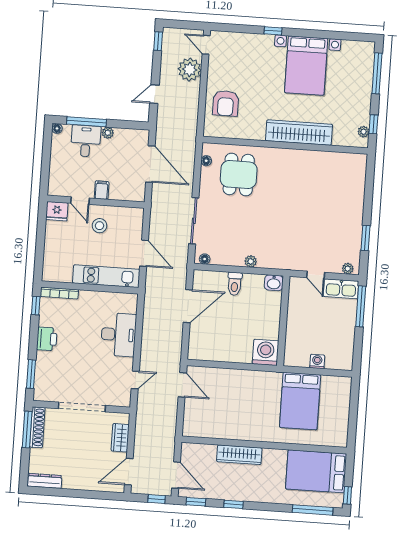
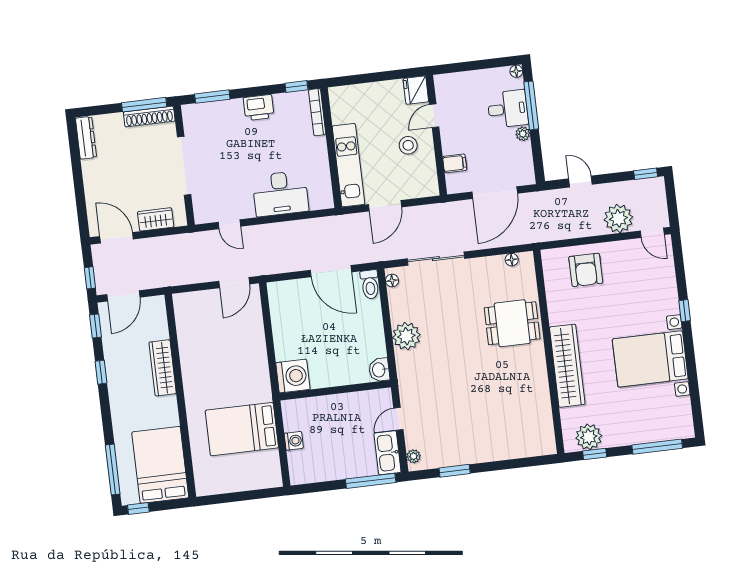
door: (206, 45) -> (652, 233), swing flipped
armchair: (226, 103) -> (586, 270), turned -90
plant: (363, 132) -> (589, 437), width x1.88, depth x1.88
dining table: (239, 175) -> (512, 323), moved
filing cabinet: (102, 190) -> (455, 163), moved
plant: (251, 261) -> (406, 336), width x1.88, depth x1.88
toilet: (235, 284) -> (370, 284), moved, turned -90

